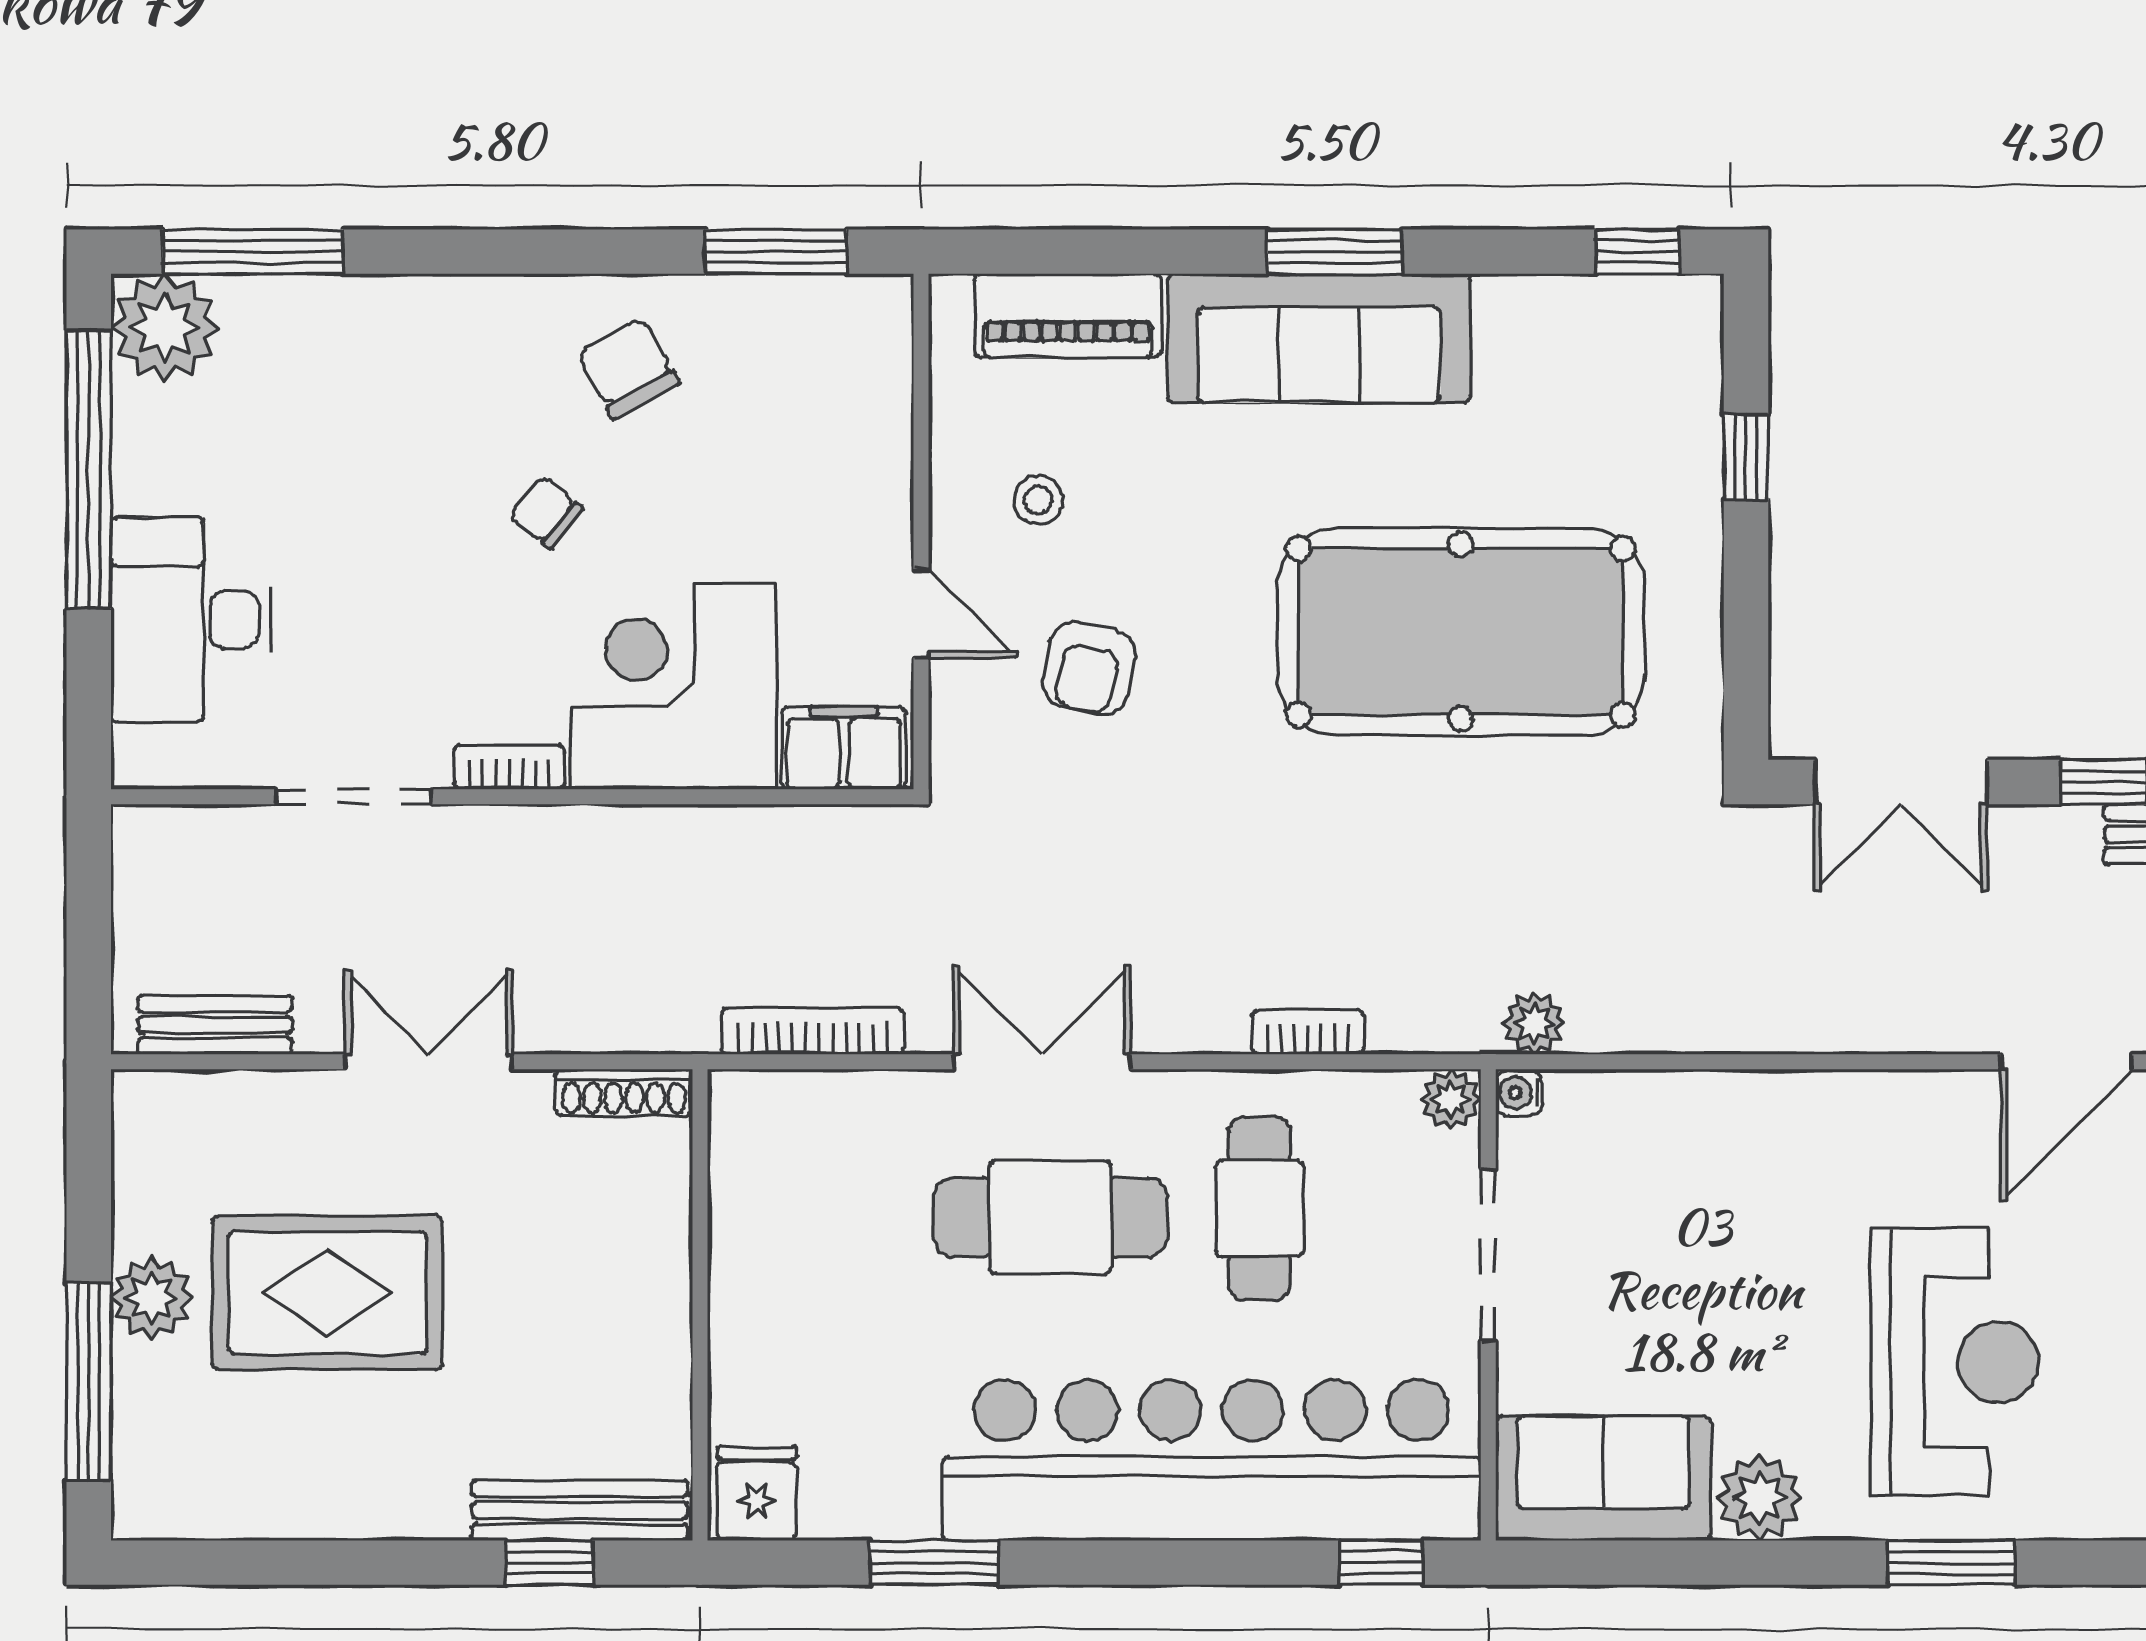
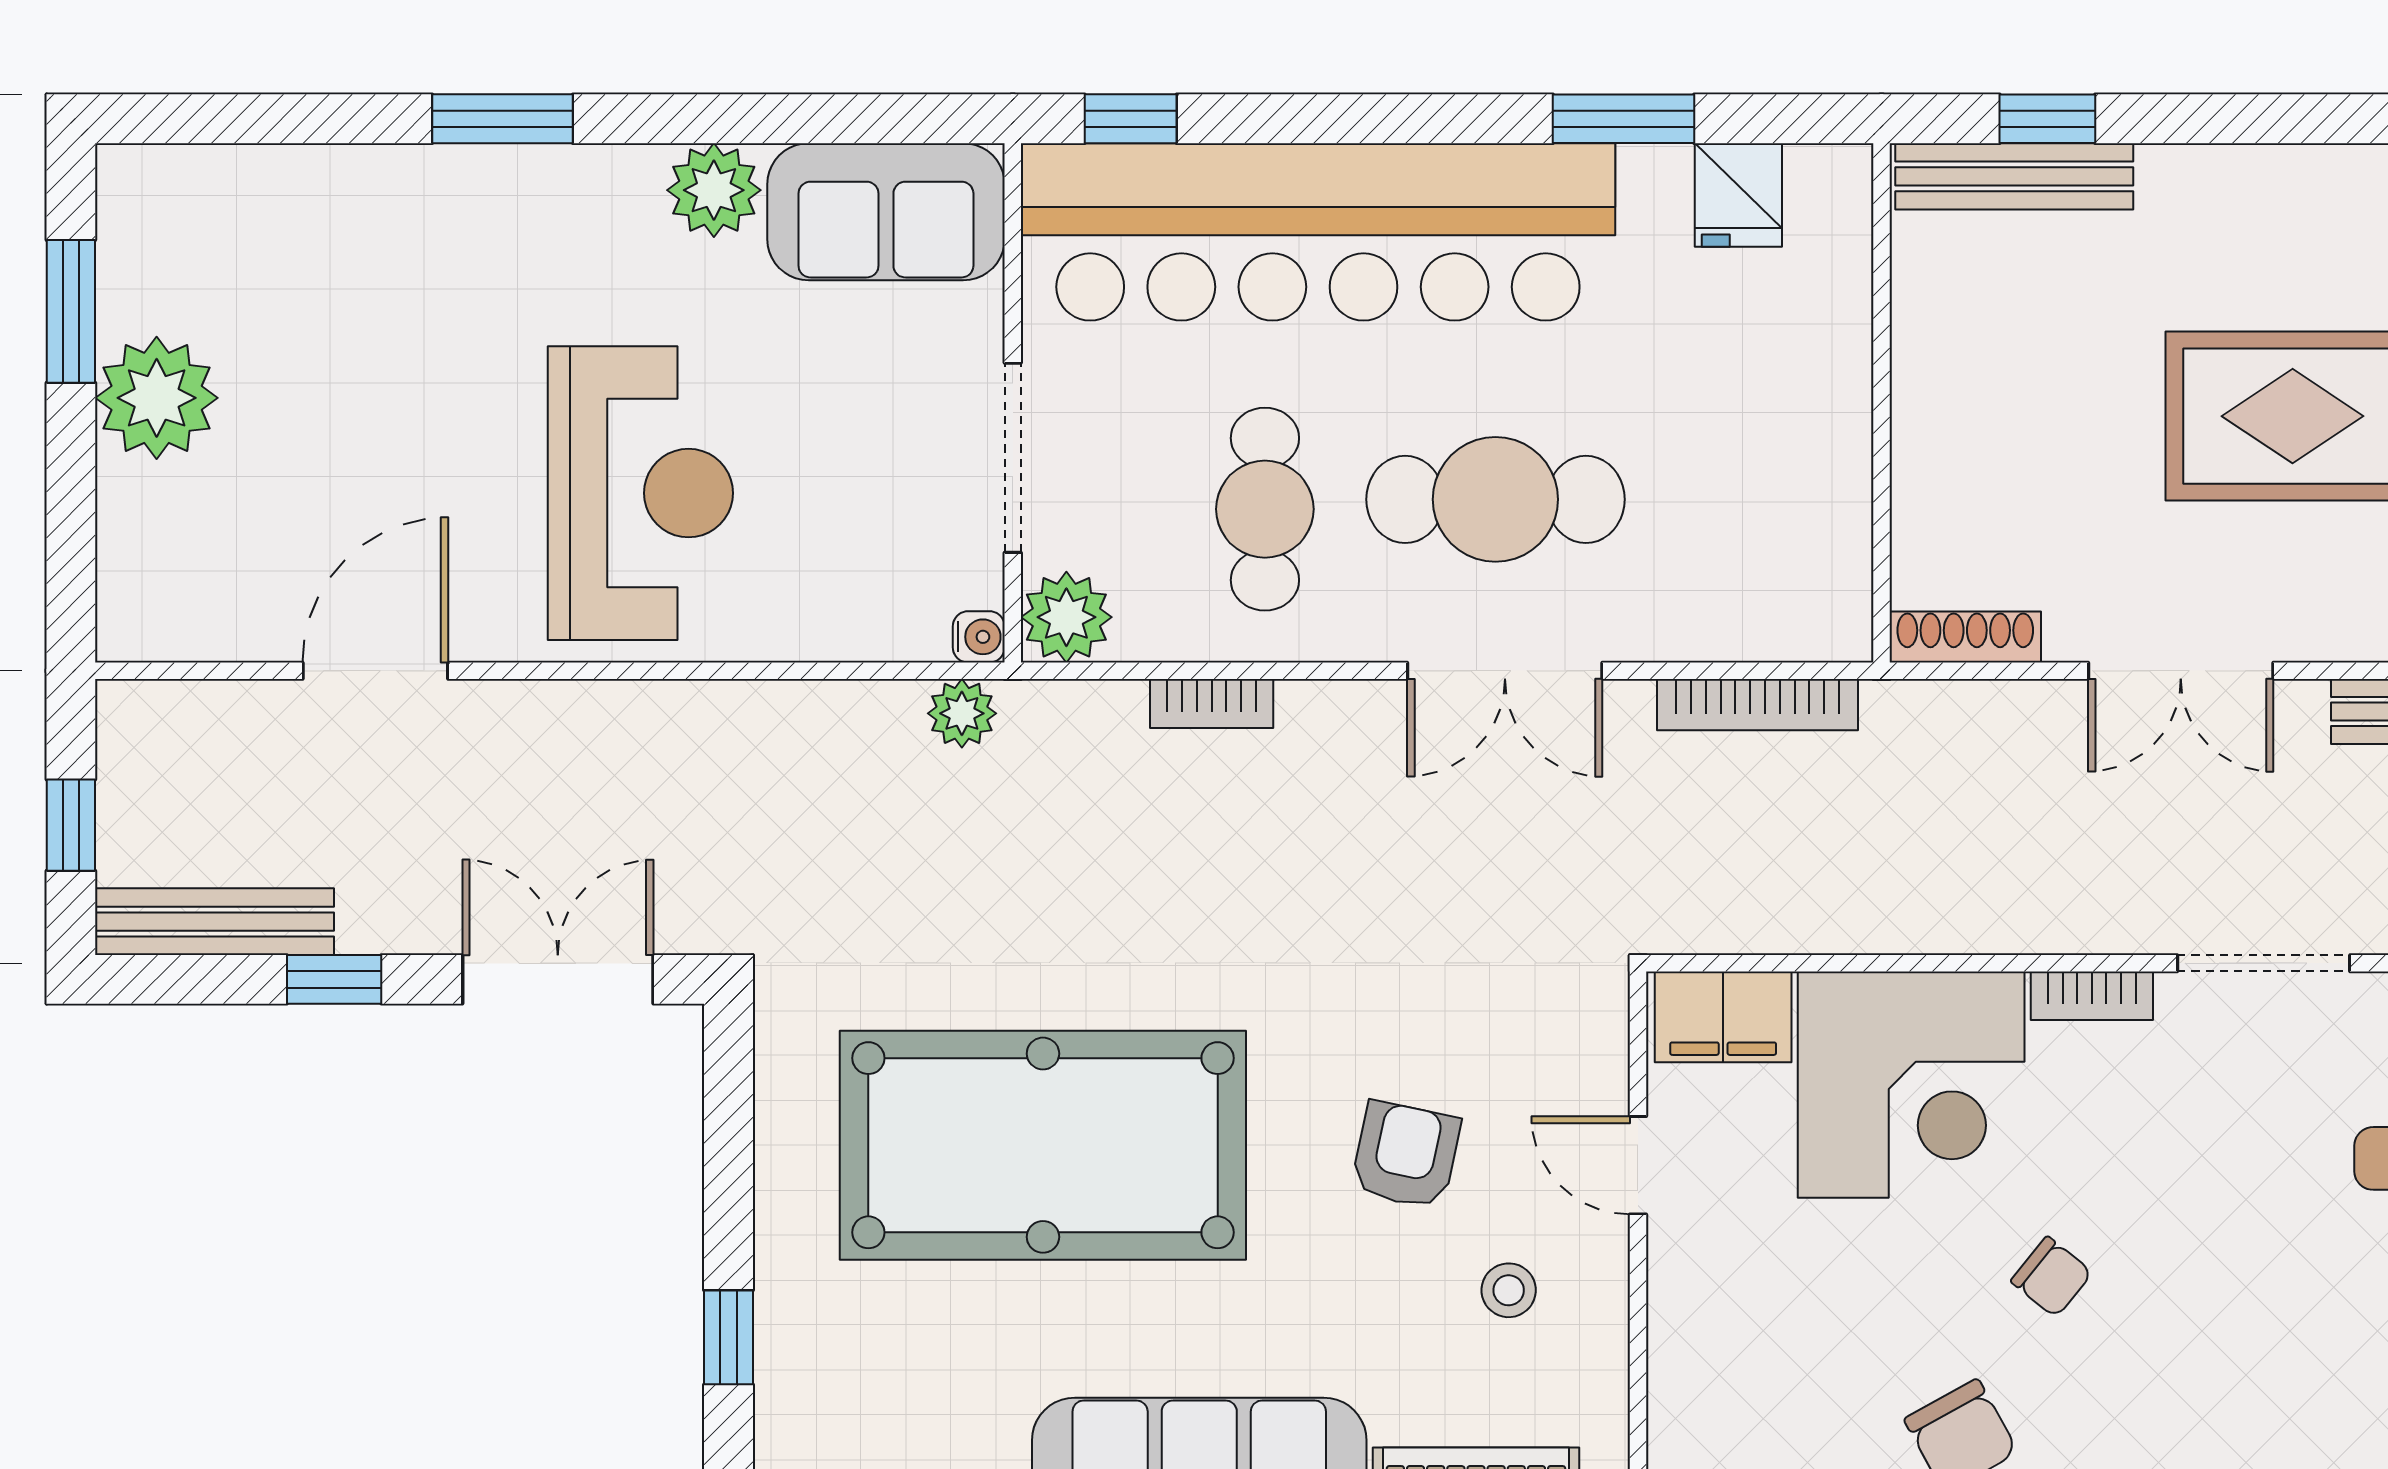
armchair: (1089, 668) -> (1406, 1155), moved
plant: (1451, 1099) -> (1066, 617), width x1.38, depth x1.38
reception desk: (1955, 1362) -> (640, 493), moved, turned 180
fridge: (757, 1493) -> (1738, 195), moved

